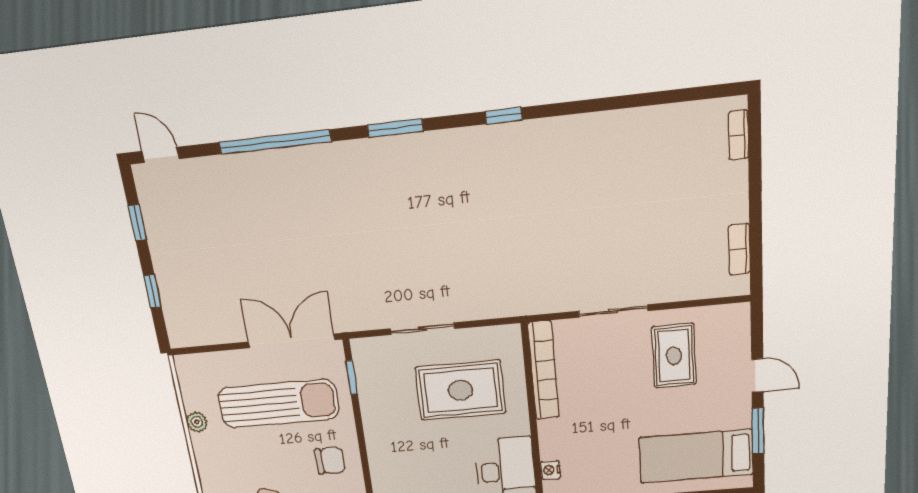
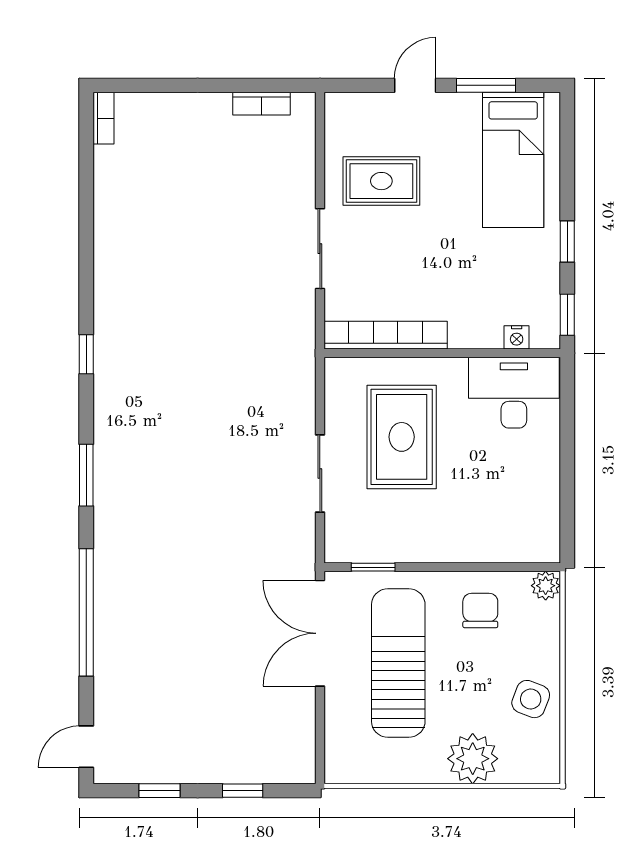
bookcase: (738, 135) -> (103, 118), moved, turned -90
plant: (197, 422) -> (473, 759), moved, width x1.88, depth x1.88

